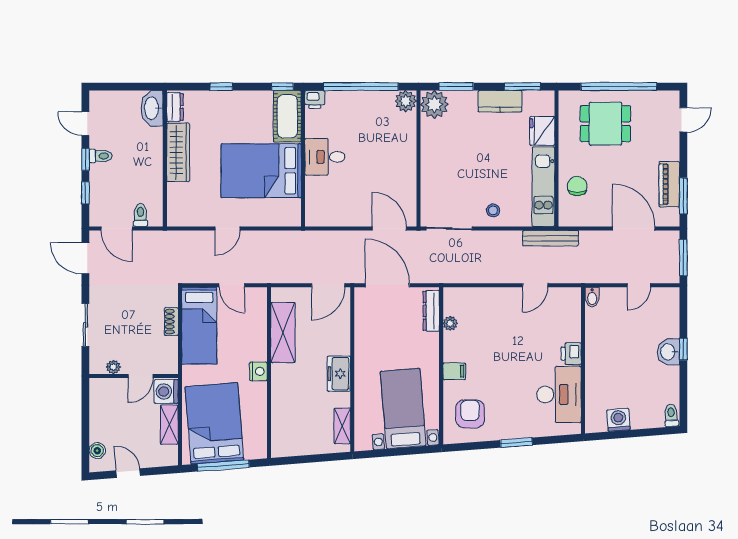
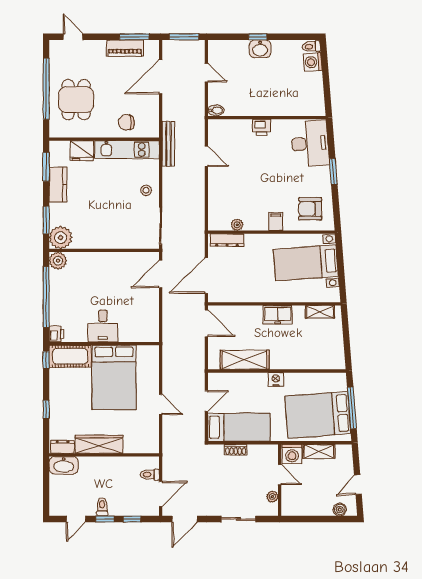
desk: (559, 395) -> (310, 143), moved, turned 85
washing machine: (618, 420) -> (313, 62), moved

